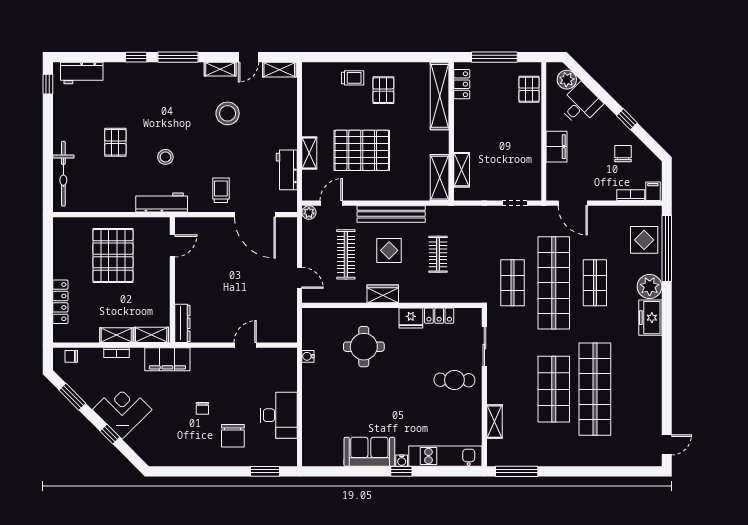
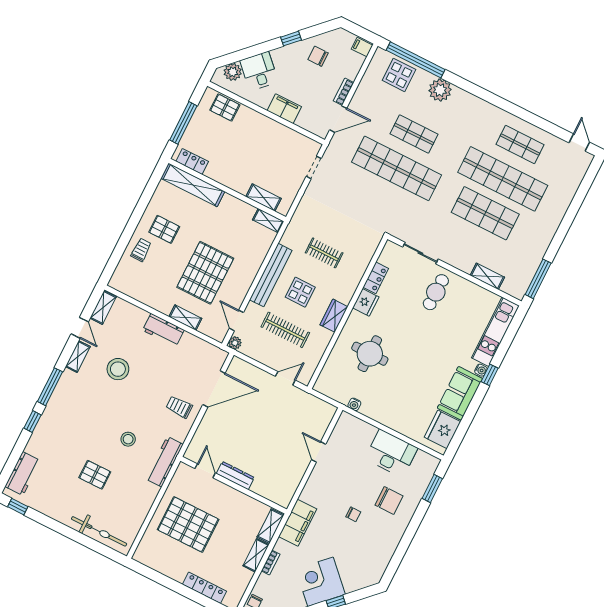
workbench: (287, 170) -> (163, 330), moved
shelving: (440, 178) -> (268, 221), width x0.67, depth x0.75
bookcase: (631, 195) -> (344, 92), moved
shop shelf: (512, 283) -> (520, 145), moved
freezer: (650, 318) -> (466, 103), removed
dresser: (182, 323) -> (235, 476), moved
fridge: (326, 453) -> (442, 429), added

